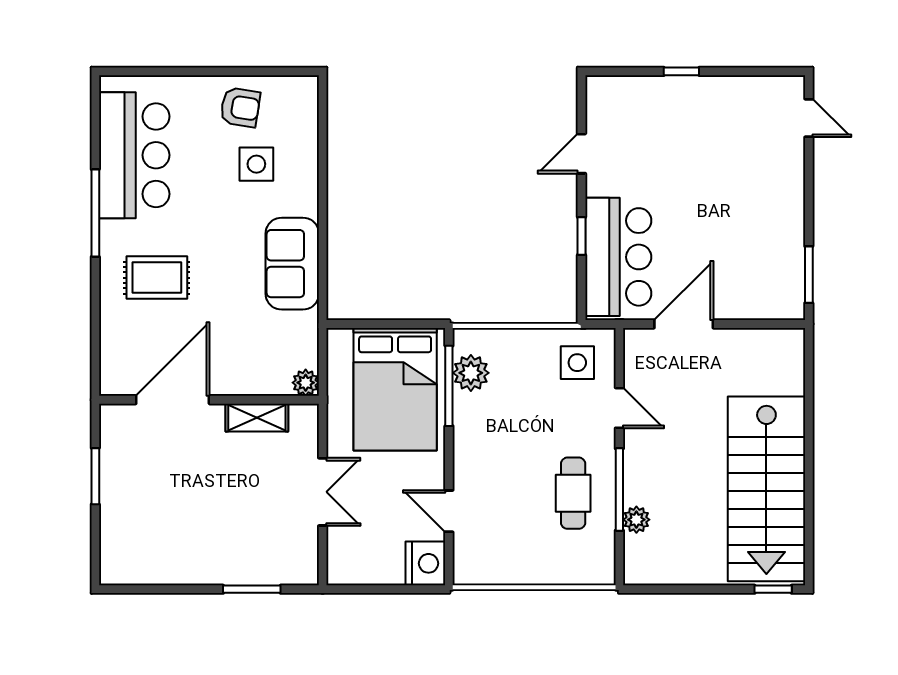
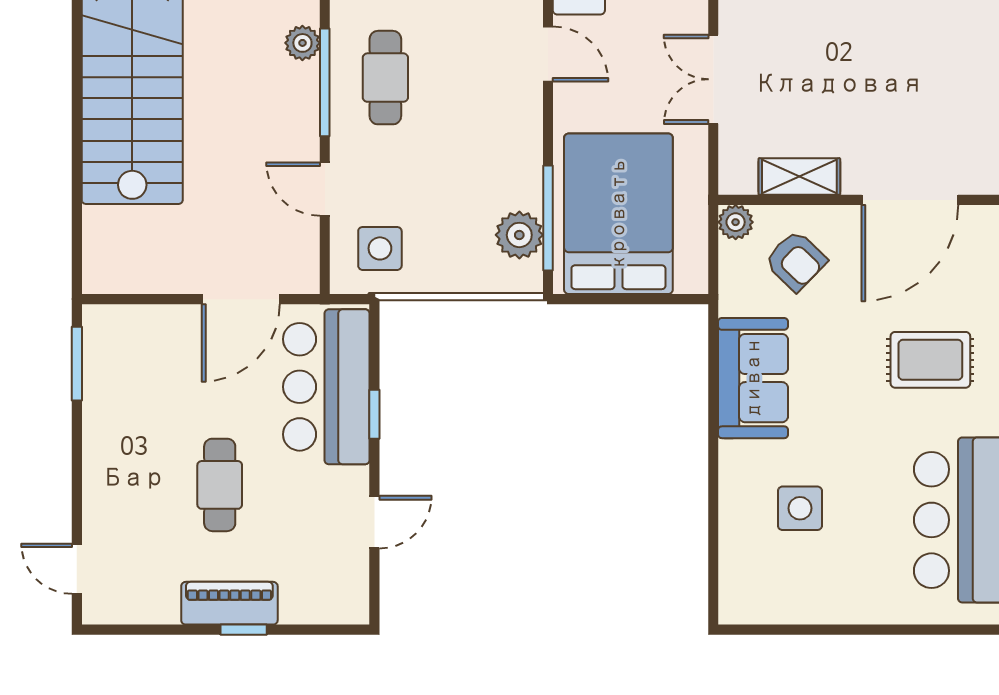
piano: (692, 92) -> (229, 603), added
armchair: (240, 107) -> (796, 261), moved, turned -145
cafe table: (700, 182) -> (220, 485), added

